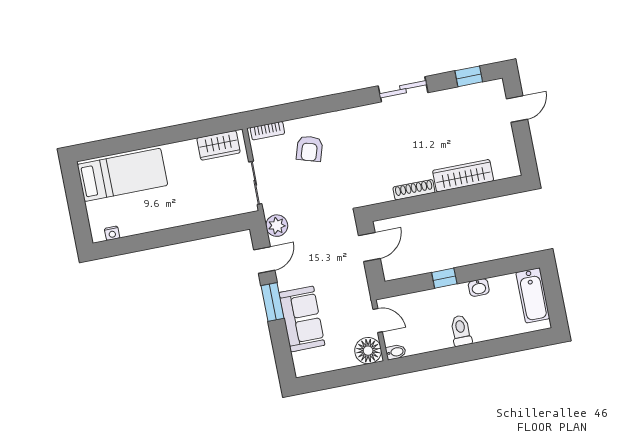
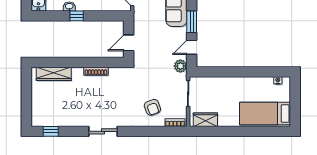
sliding door: (403, 89) -> (103, 131), moved
door: (517, 109) -> (26, 107), removed
armchair: (309, 149) -> (152, 107), turned 143
wardrobe: (463, 176) -> (54, 74), moved
window: (444, 278) -> (77, 16), moved

